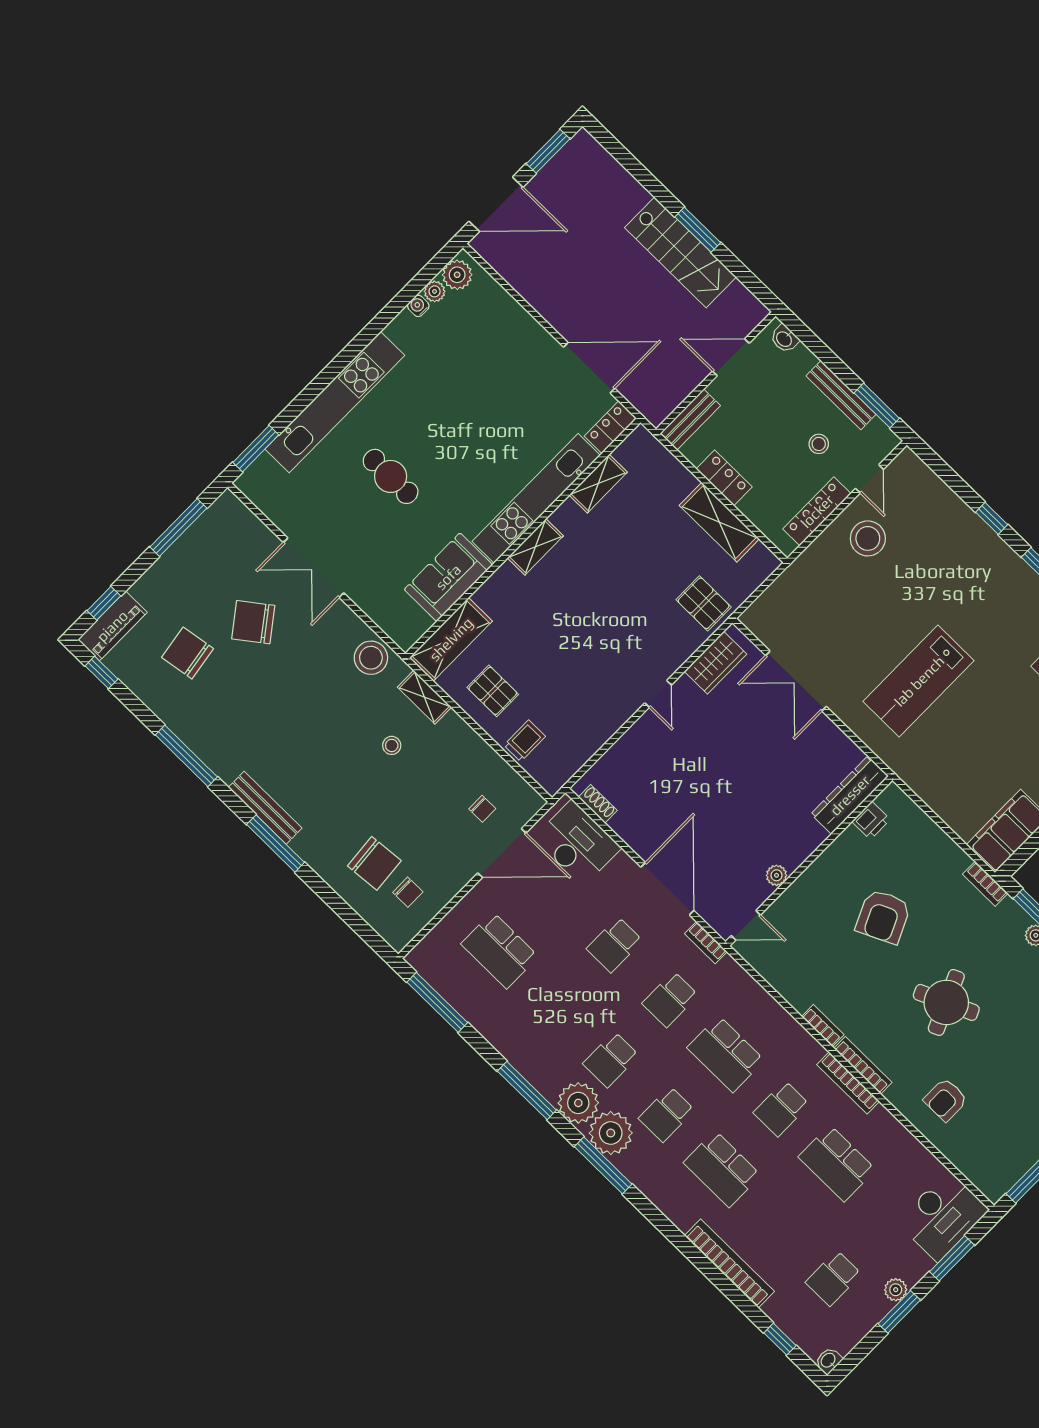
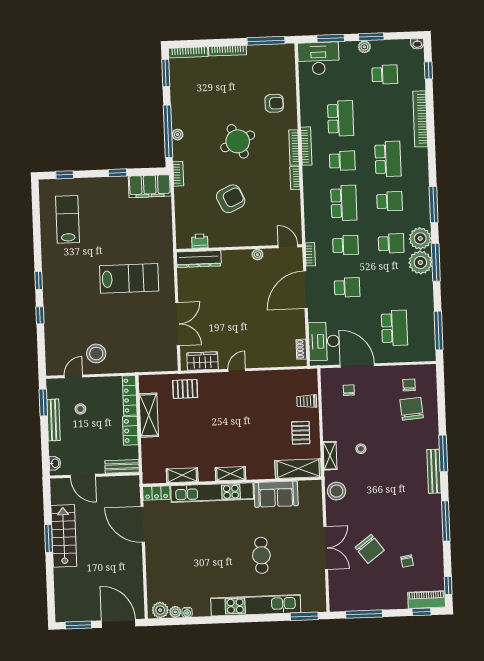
locker: (817, 511) -> (130, 395), moved, turned 90
pallet: (704, 603) -> (185, 389), turned 90
chair: (188, 653) -> (407, 561), width x0.54, depth x0.54
plant: (611, 1133) -> (420, 262), moved

